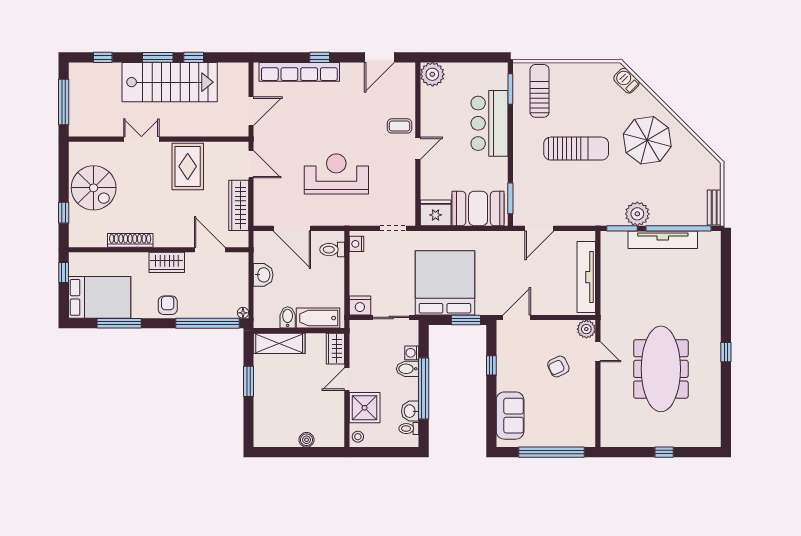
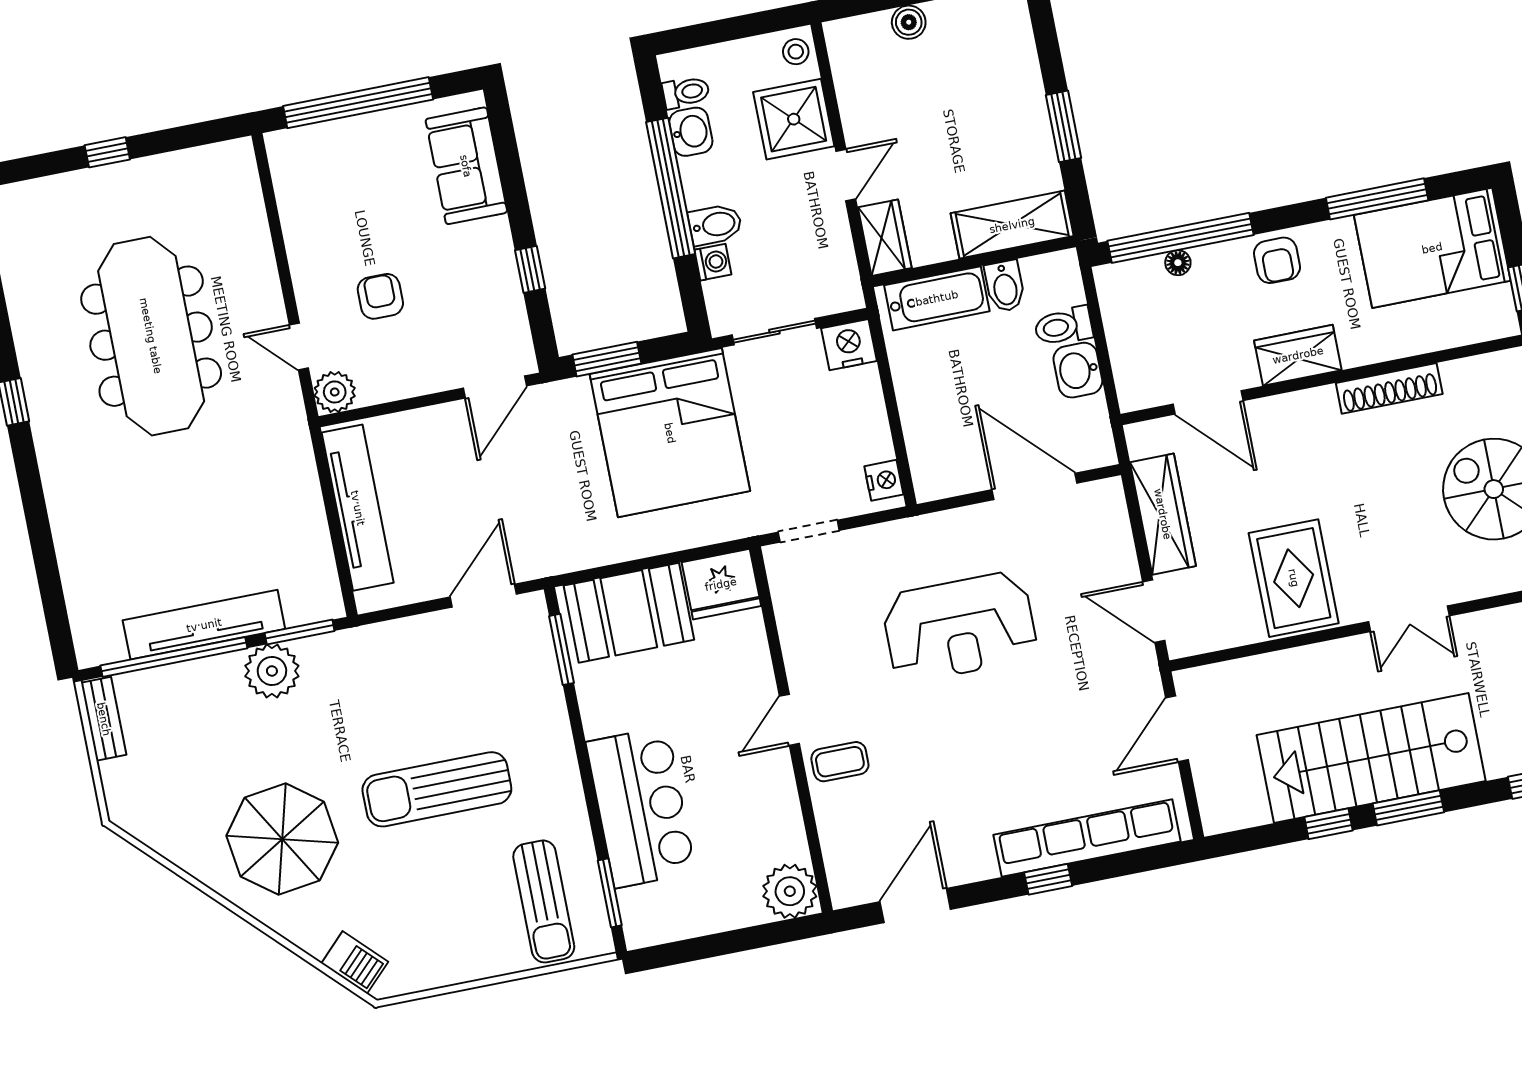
toilet: (332, 250) -> (1063, 326), moved, turned 180
floor lamp: (243, 313) -> (1178, 263), moved
armchair: (558, 366) -> (380, 296), turned -64

